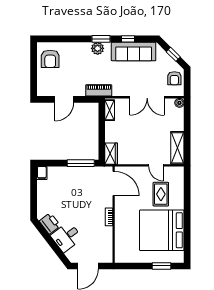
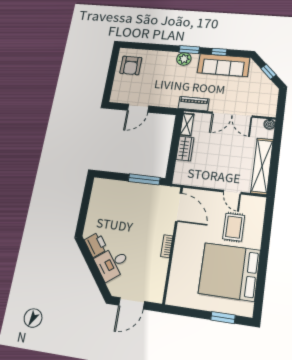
armchair: (174, 78) -> (267, 97), removed
piano: (99, 90) -> (194, 104), moved
shelving: (177, 148) -> (262, 166), width x1.47
wardrobe: (111, 154) -> (185, 149), moved
filing cabinet: (42, 173) -> (98, 185), removed

